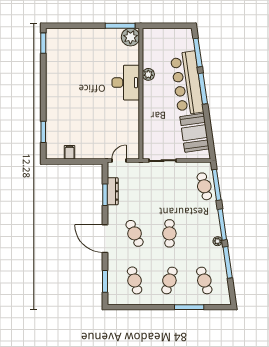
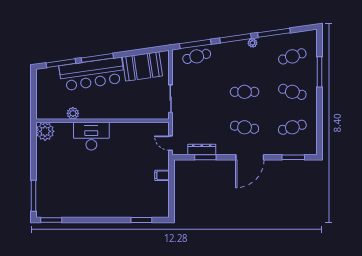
window: (120, 26) -> (34, 196), moved
plant: (148, 74) -> (73, 113), moved
filing cabinet: (70, 152) -> (162, 175), moved
cafe table: (135, 233) -> (245, 127), turned 33

